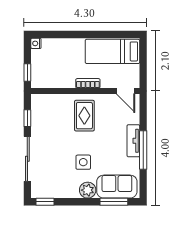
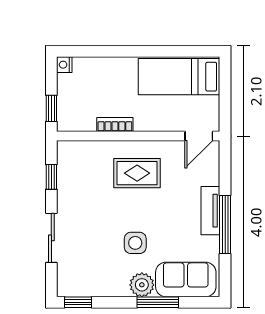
bookcase: (88, 83) -> (115, 125), moved
door: (126, 91) -> (199, 136), hinge flipped
rug: (84, 116) -> (137, 173), turned 90
sliding door: (27, 159) -> (51, 238), width x0.73
window: (114, 202) -> (158, 302), moved

